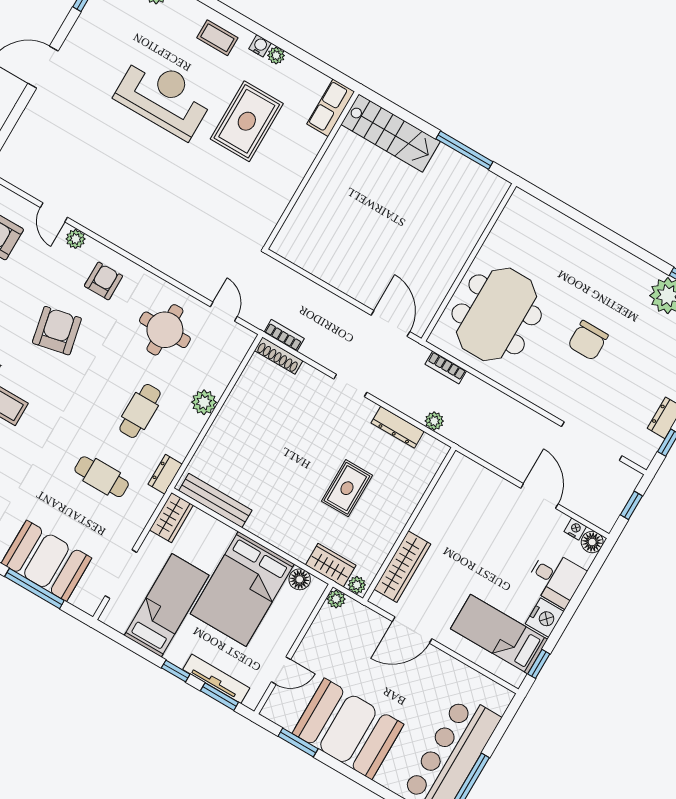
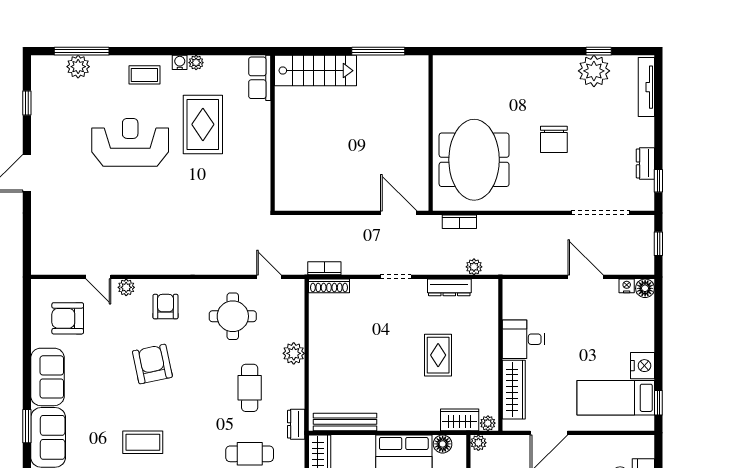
desk: (555, 578) -> (523, 339), moved, turned 180

